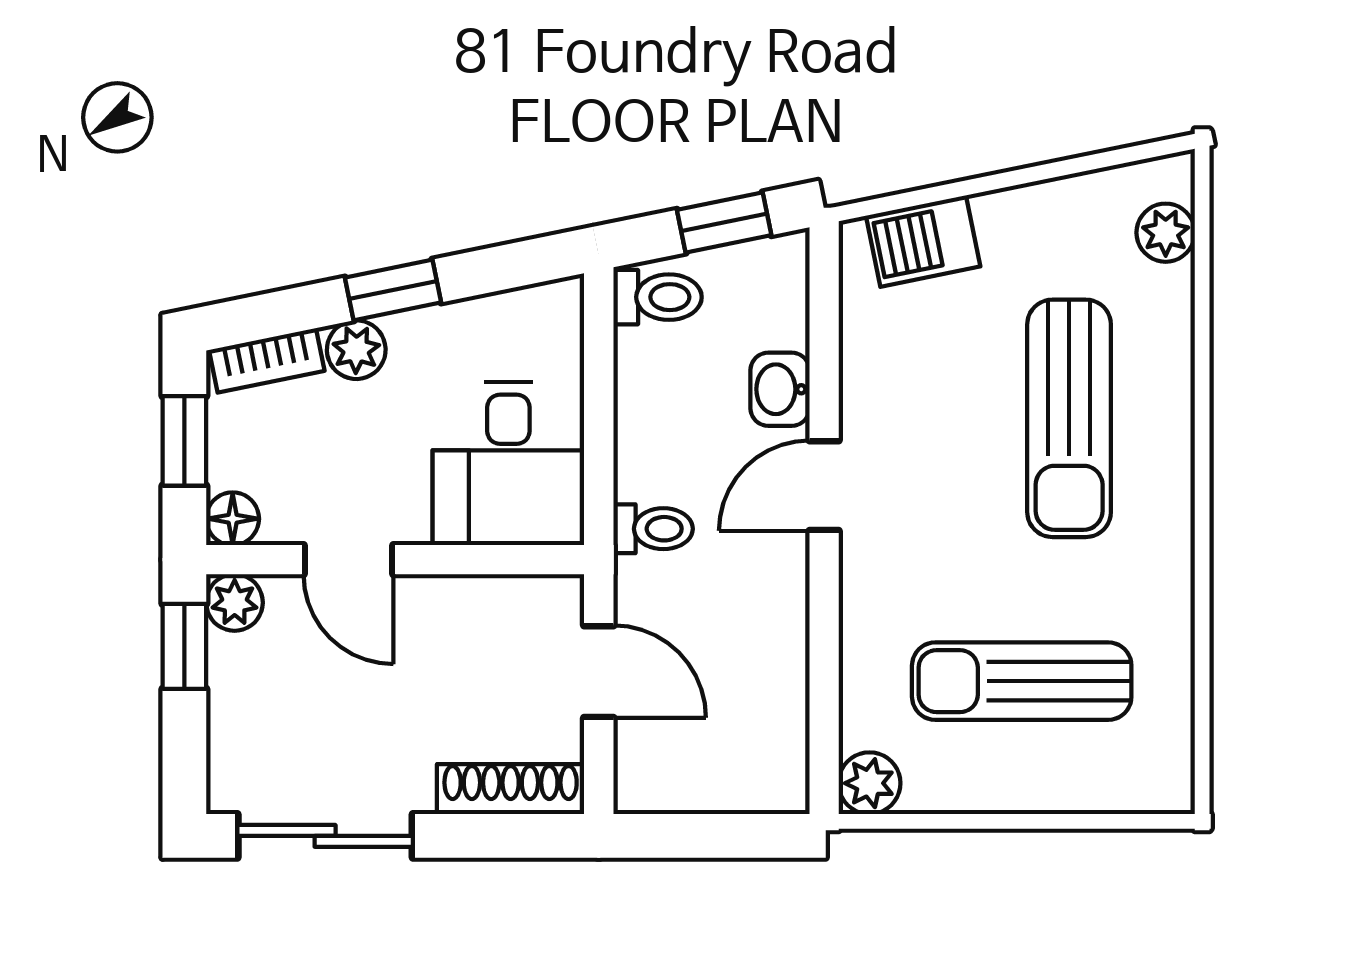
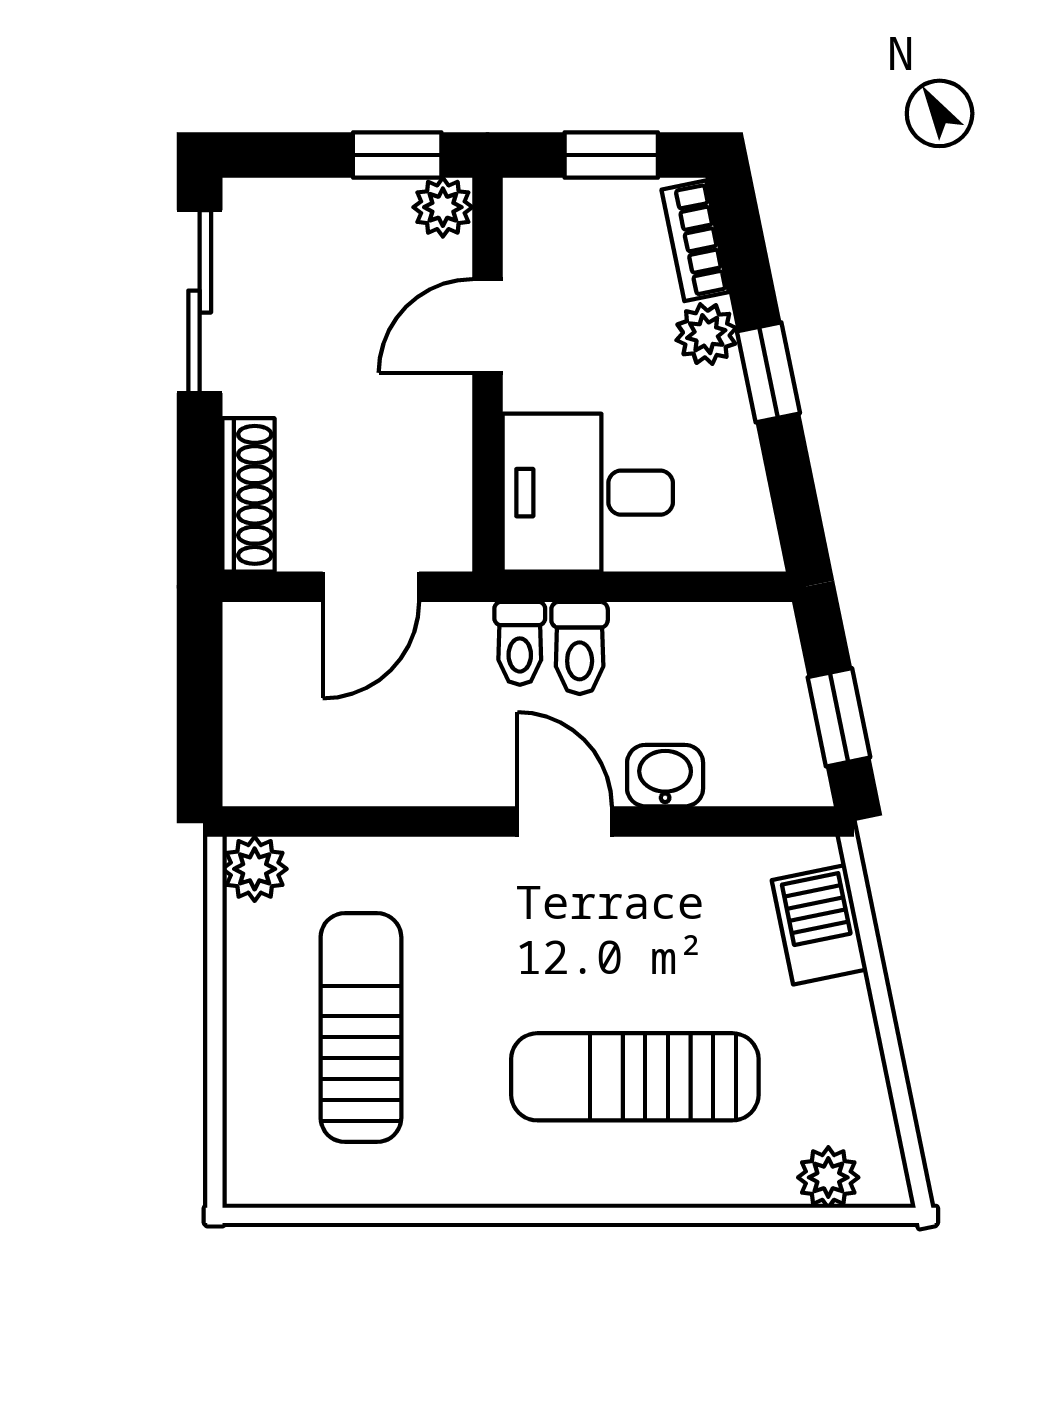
toilet: (657, 297) -> (580, 648), moved
floor lamp: (233, 519) -> (530, 205), removed

